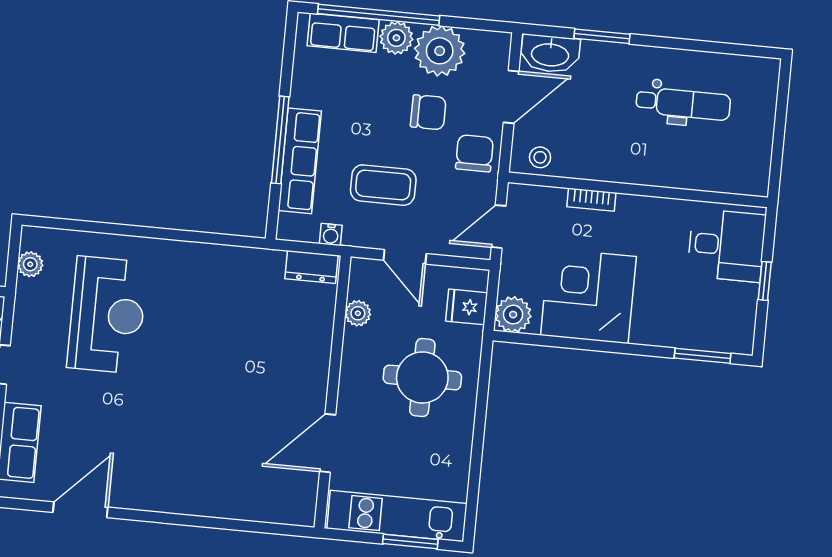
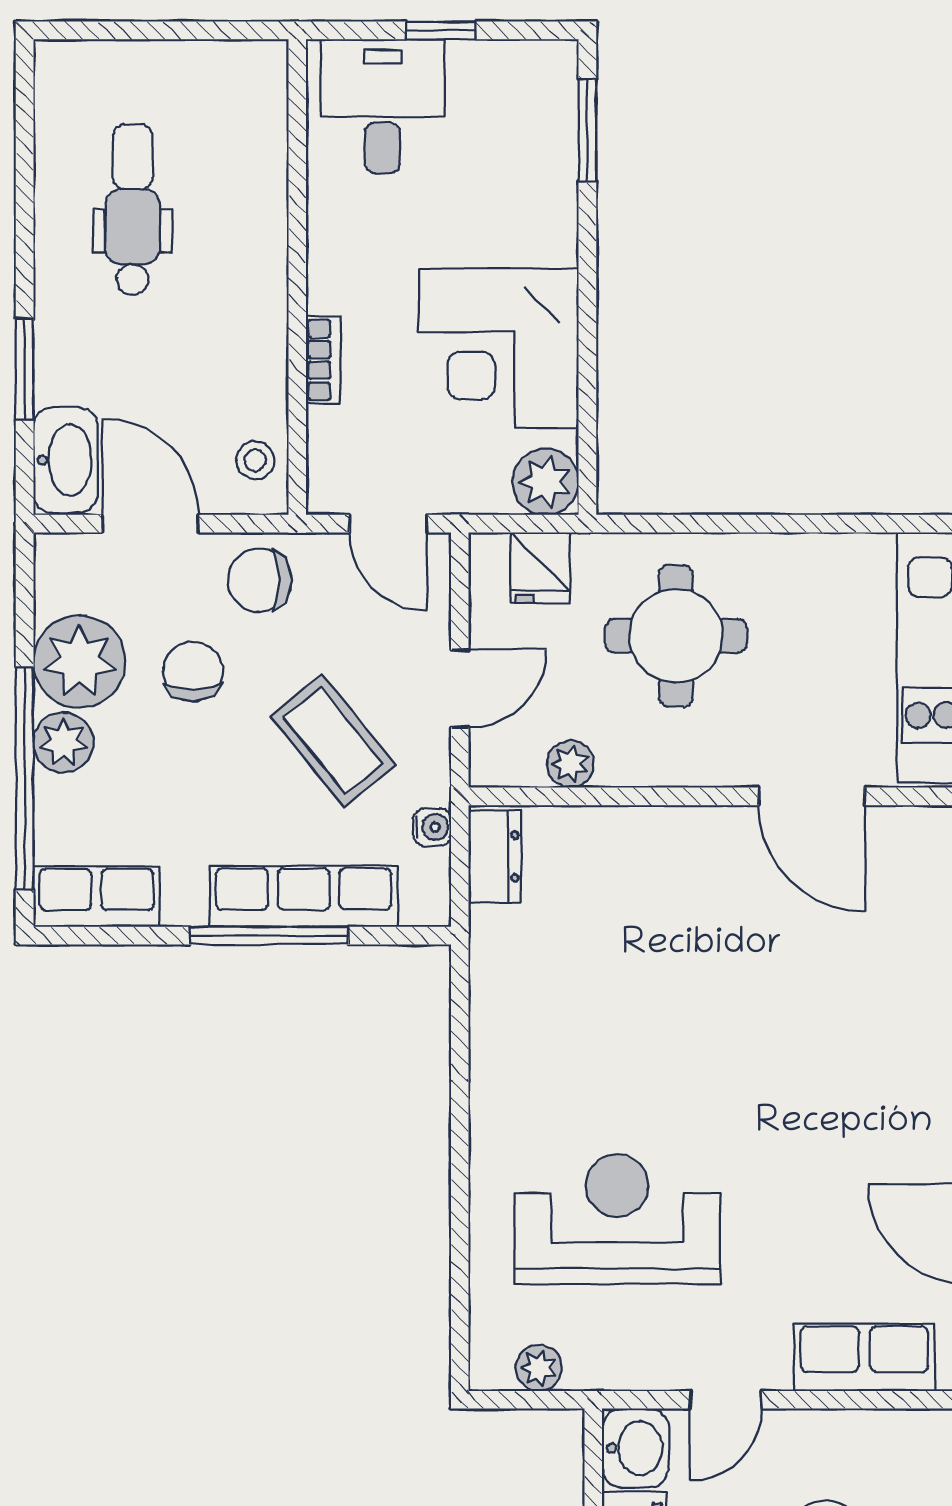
row of seats: (343, 33) -> (96, 897), moved, turned -90
coffee table: (383, 185) -> (333, 741), turned -39

